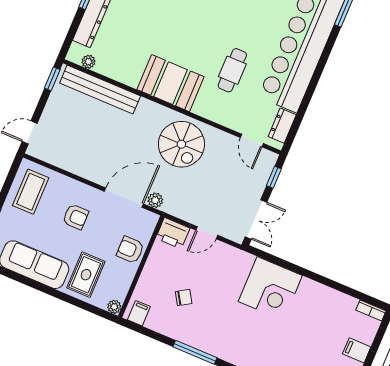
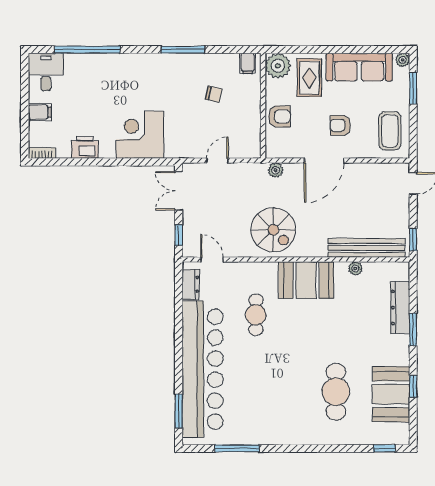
plant: (89, 62) -> (355, 268), moved
spiral stairs: (181, 144) -> (273, 230), turned 180
door: (124, 198) -> (324, 161), moved
printer: (173, 233) -> (85, 147), moved
chair: (184, 298) -> (214, 94), turned -135
plant: (114, 307) -> (278, 66), width x1.88, depth x1.88

